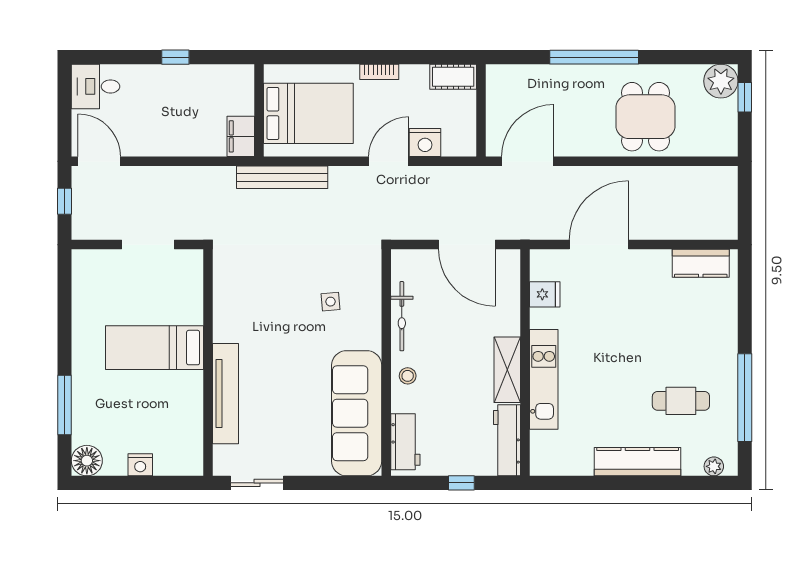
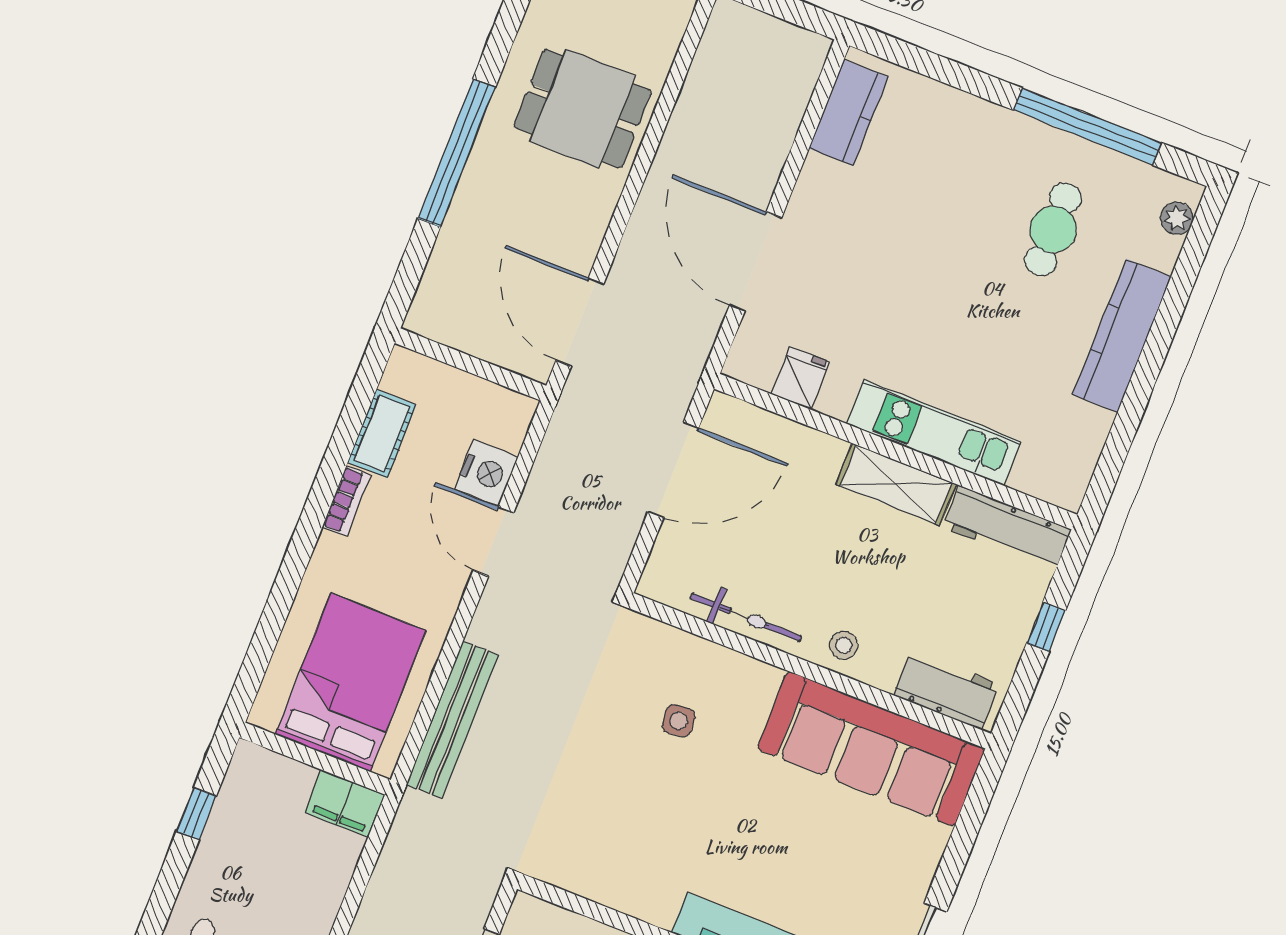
cot: (453, 77) -> (382, 434), moved
wall: (259, 110) -> (315, 759), moved
bed: (308, 113) -> (351, 683), moved
filing cabinet: (241, 136) -> (345, 803), moved

